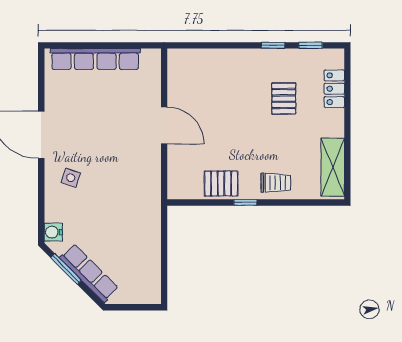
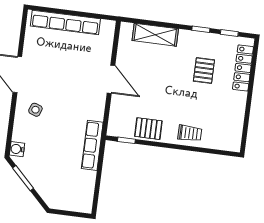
locker: (334, 89) -> (243, 68), width x1.53
shelving: (333, 167) -> (155, 35), moved, turned 90
window: (245, 202) -> (126, 140), moved
row of seats: (89, 273) -> (92, 145), moved, turned -135

